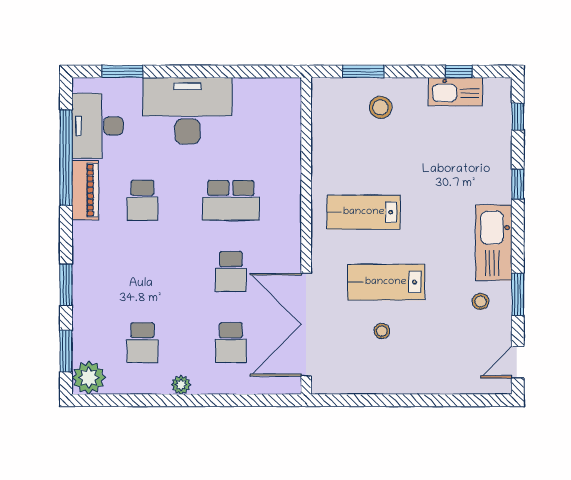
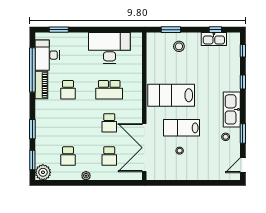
desk: (187, 111) -> (109, 48), moved
lab bench: (364, 212) -> (171, 95), width x1.36, depth x1.39

